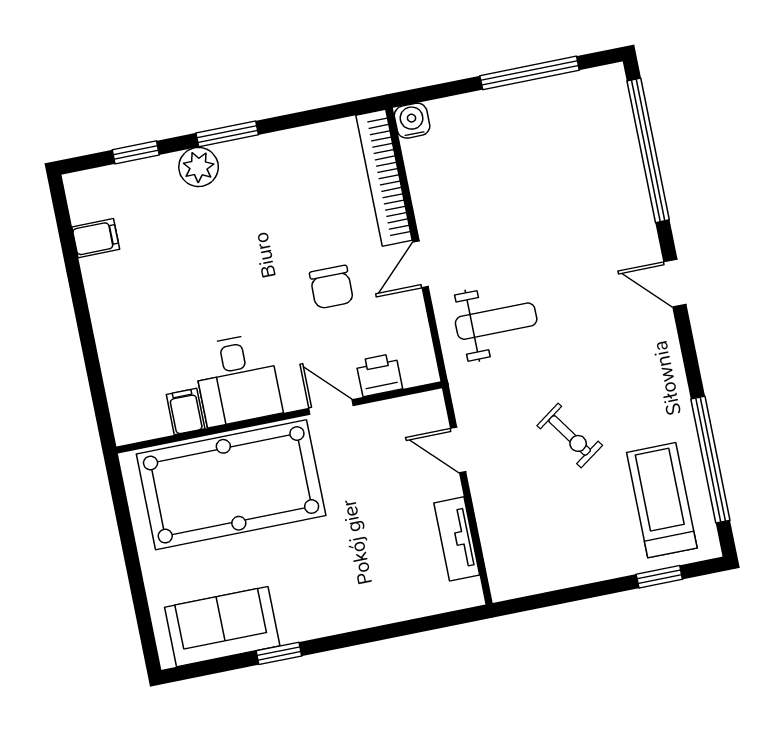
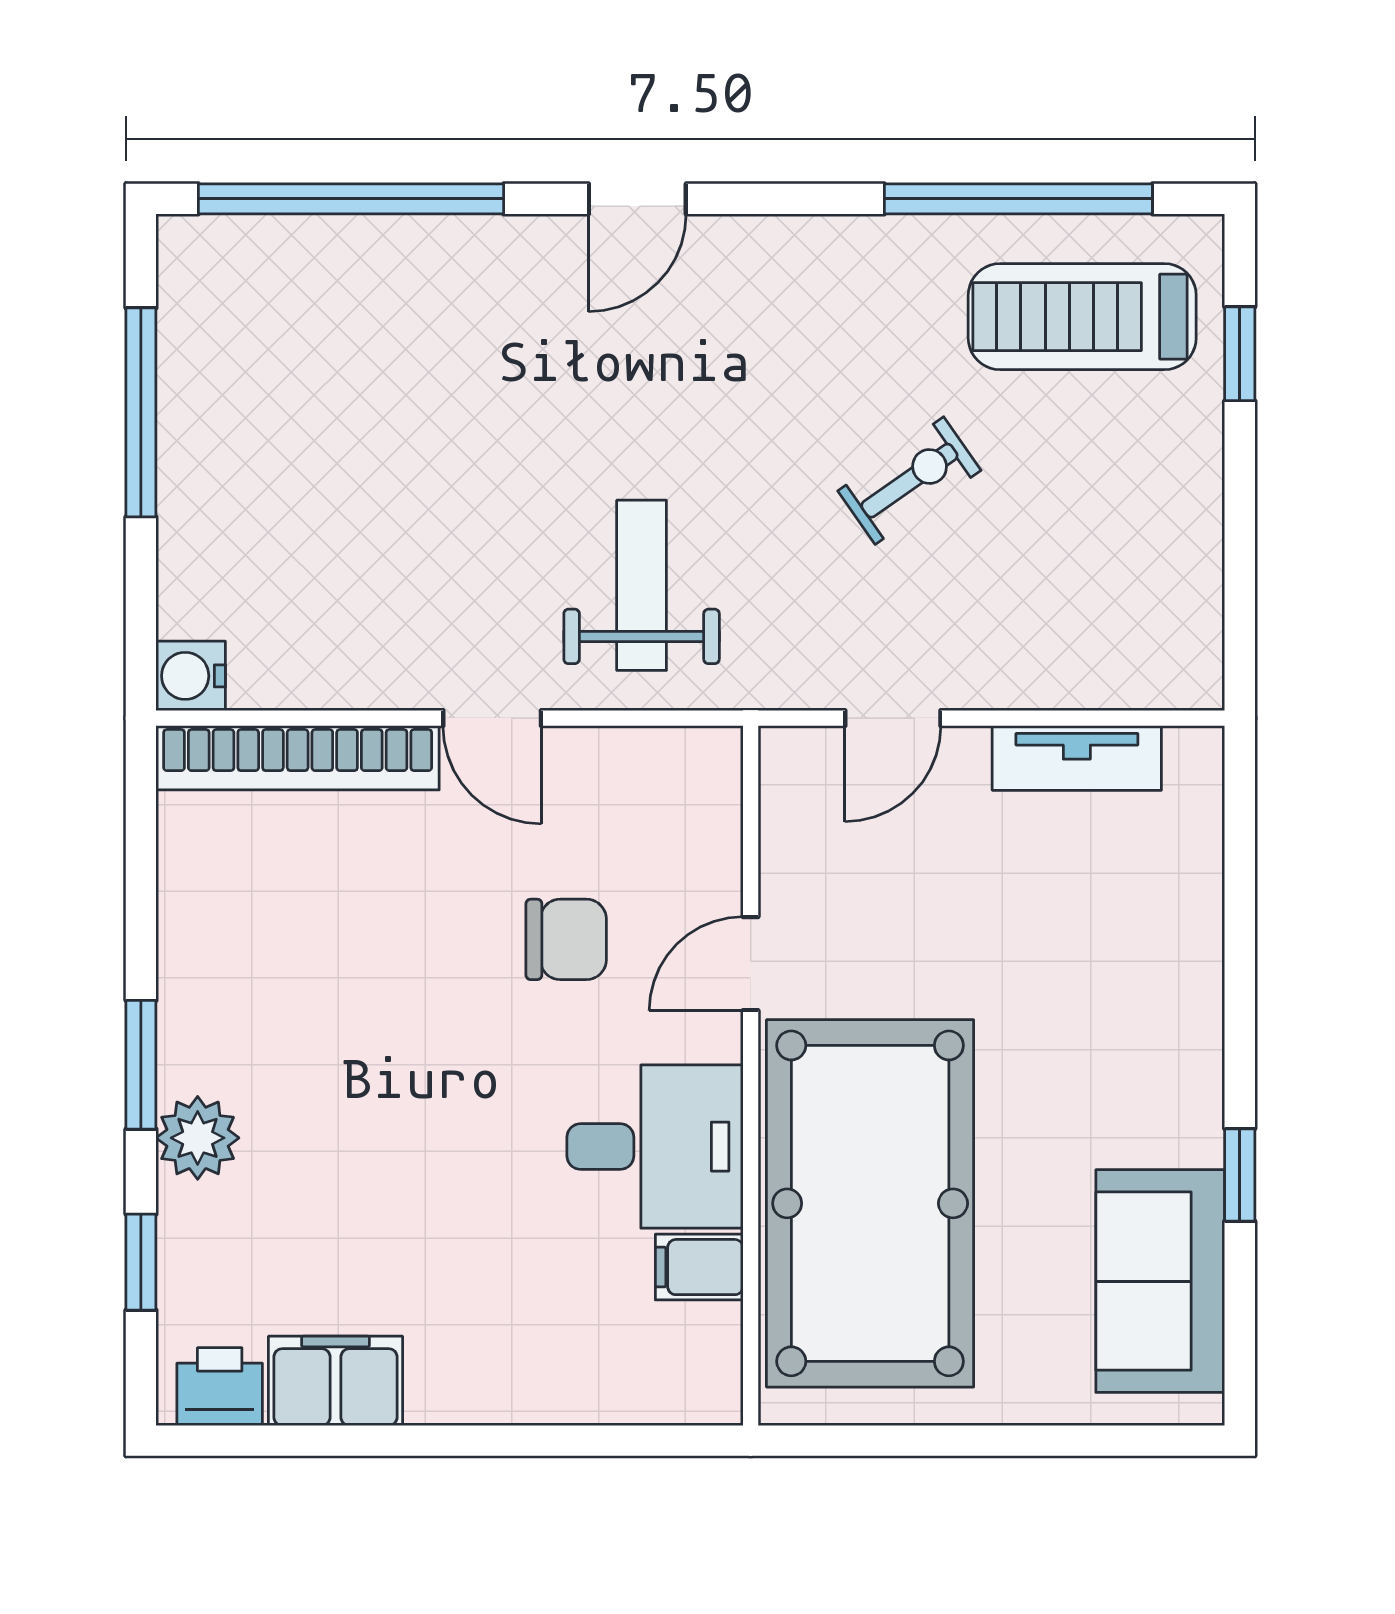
filing cabinet: (96, 238) -> (335, 1381), width x2.00
chair: (331, 287) -> (566, 939), moved
printer: (379, 375) -> (220, 1387), moved, turned 90

